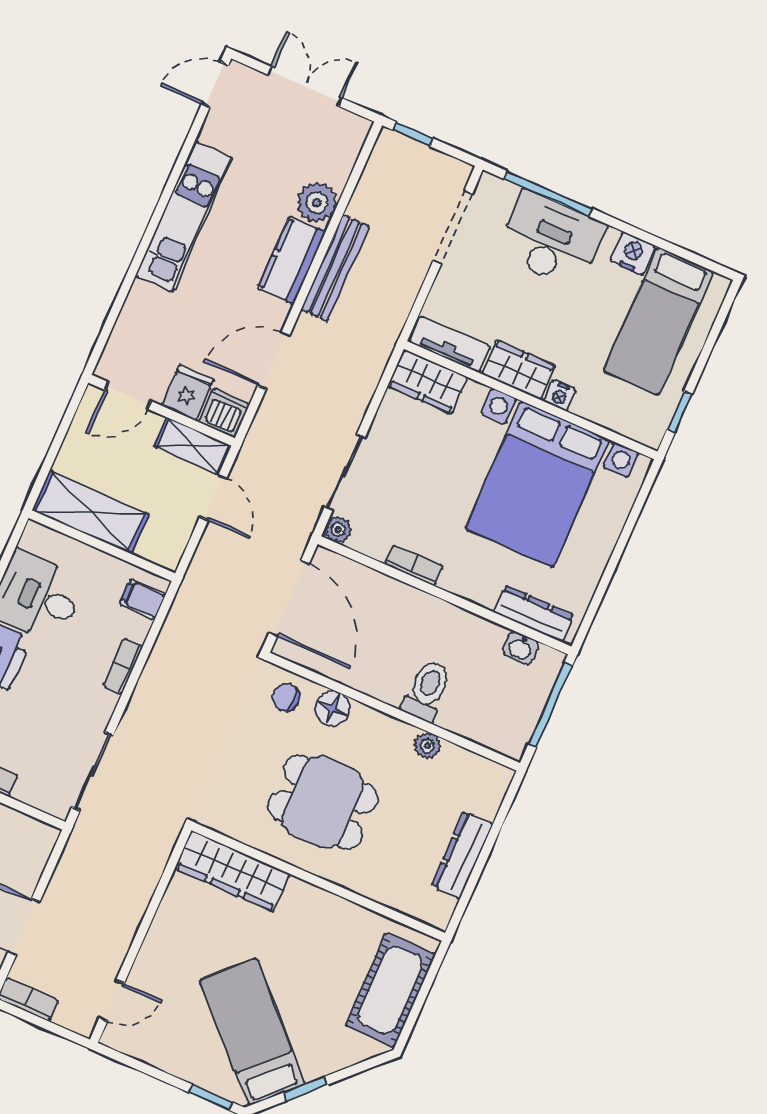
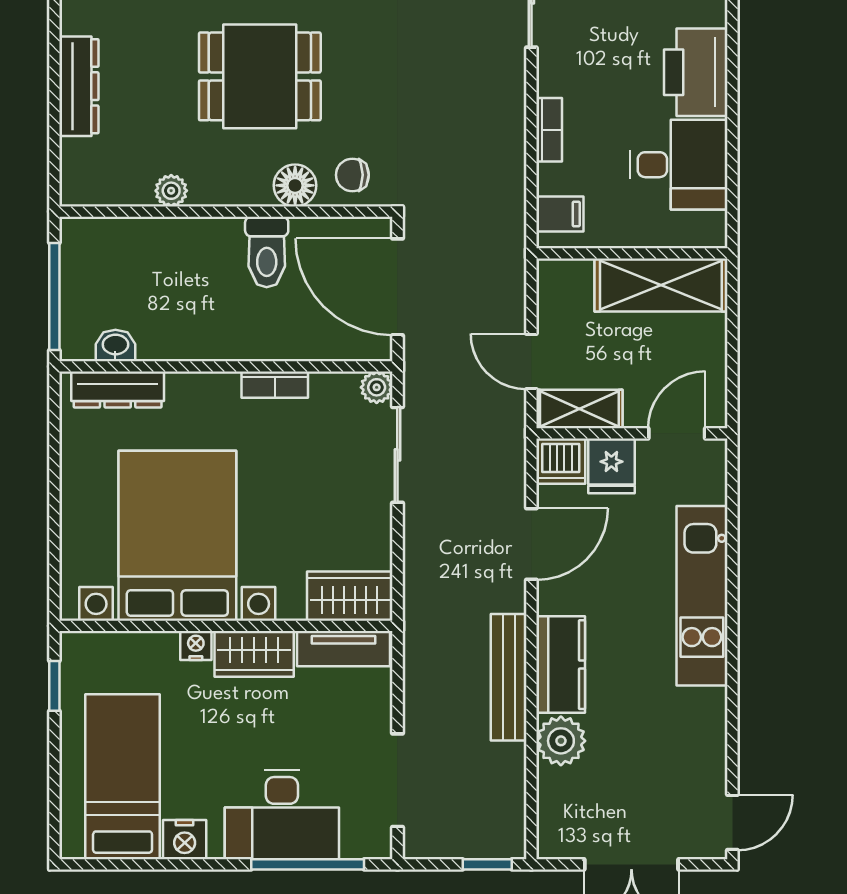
kitchen unit: (184, 216) -> (702, 596), moved
toilet: (427, 690) -> (267, 252), moved
chair: (286, 697) -> (352, 175), turned 180

